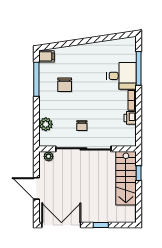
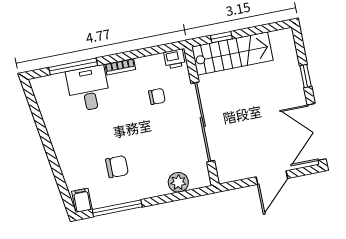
printer: (130, 118) -> (174, 59), moved
chair: (82, 126) -> (157, 96), moved
plant: (49, 156) -> (223, 169), removed

